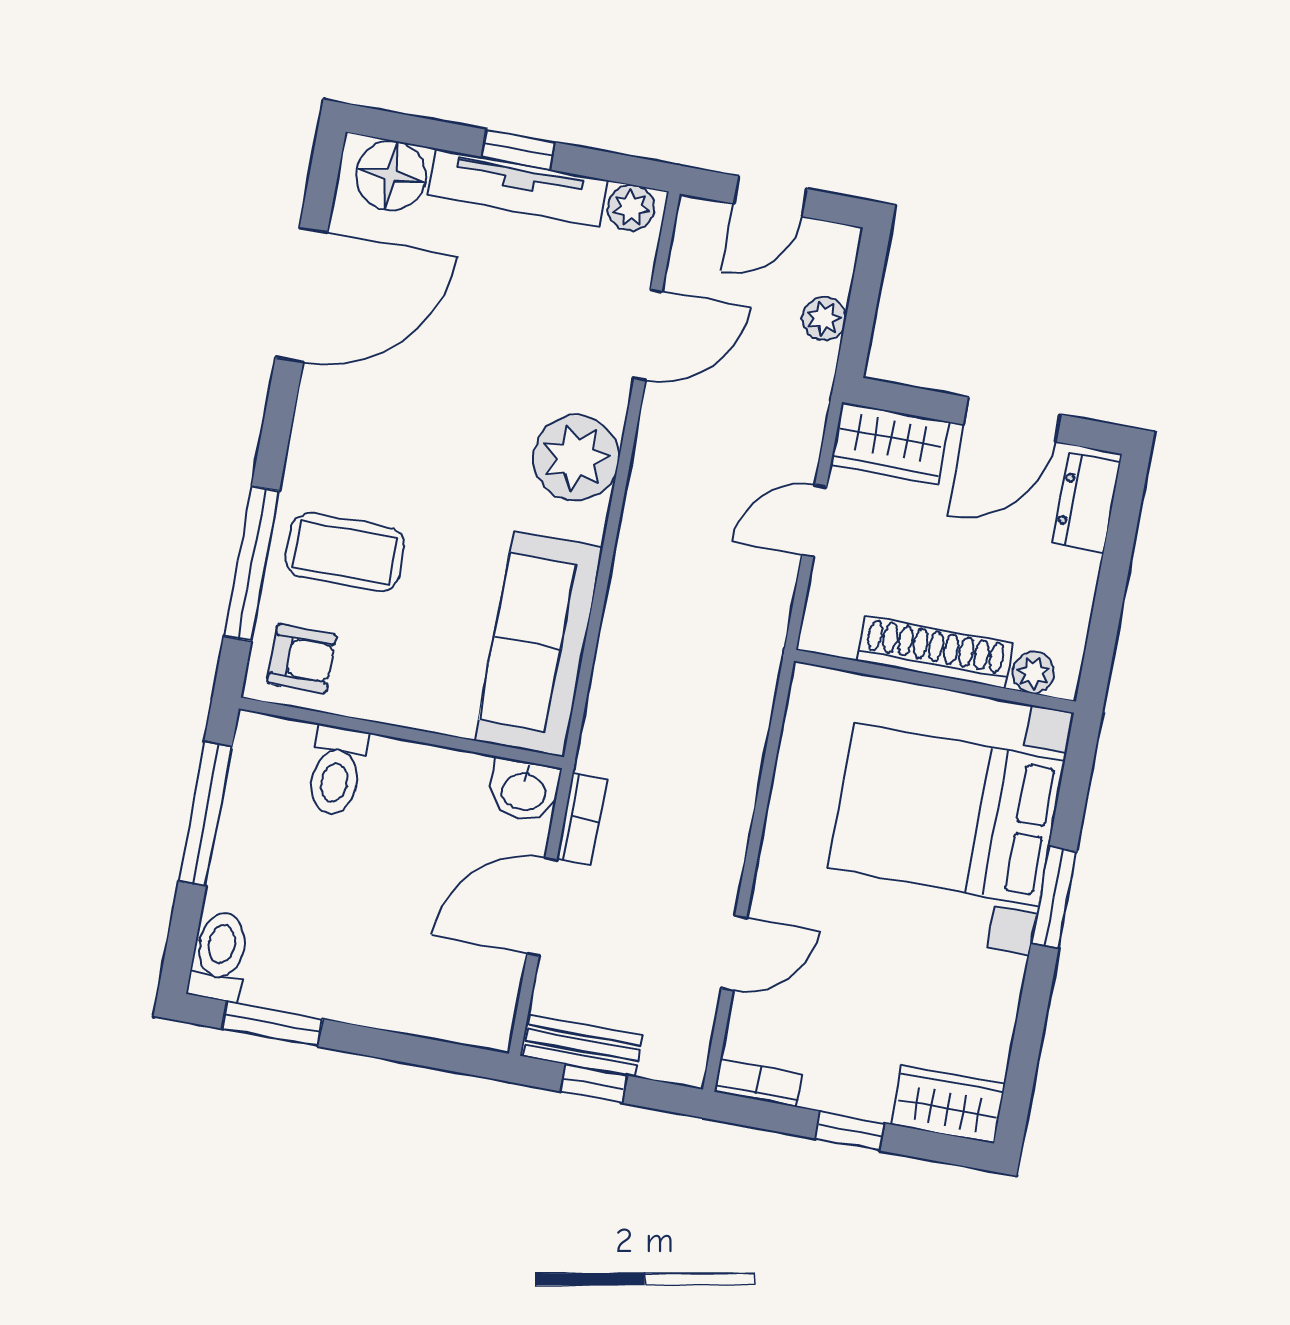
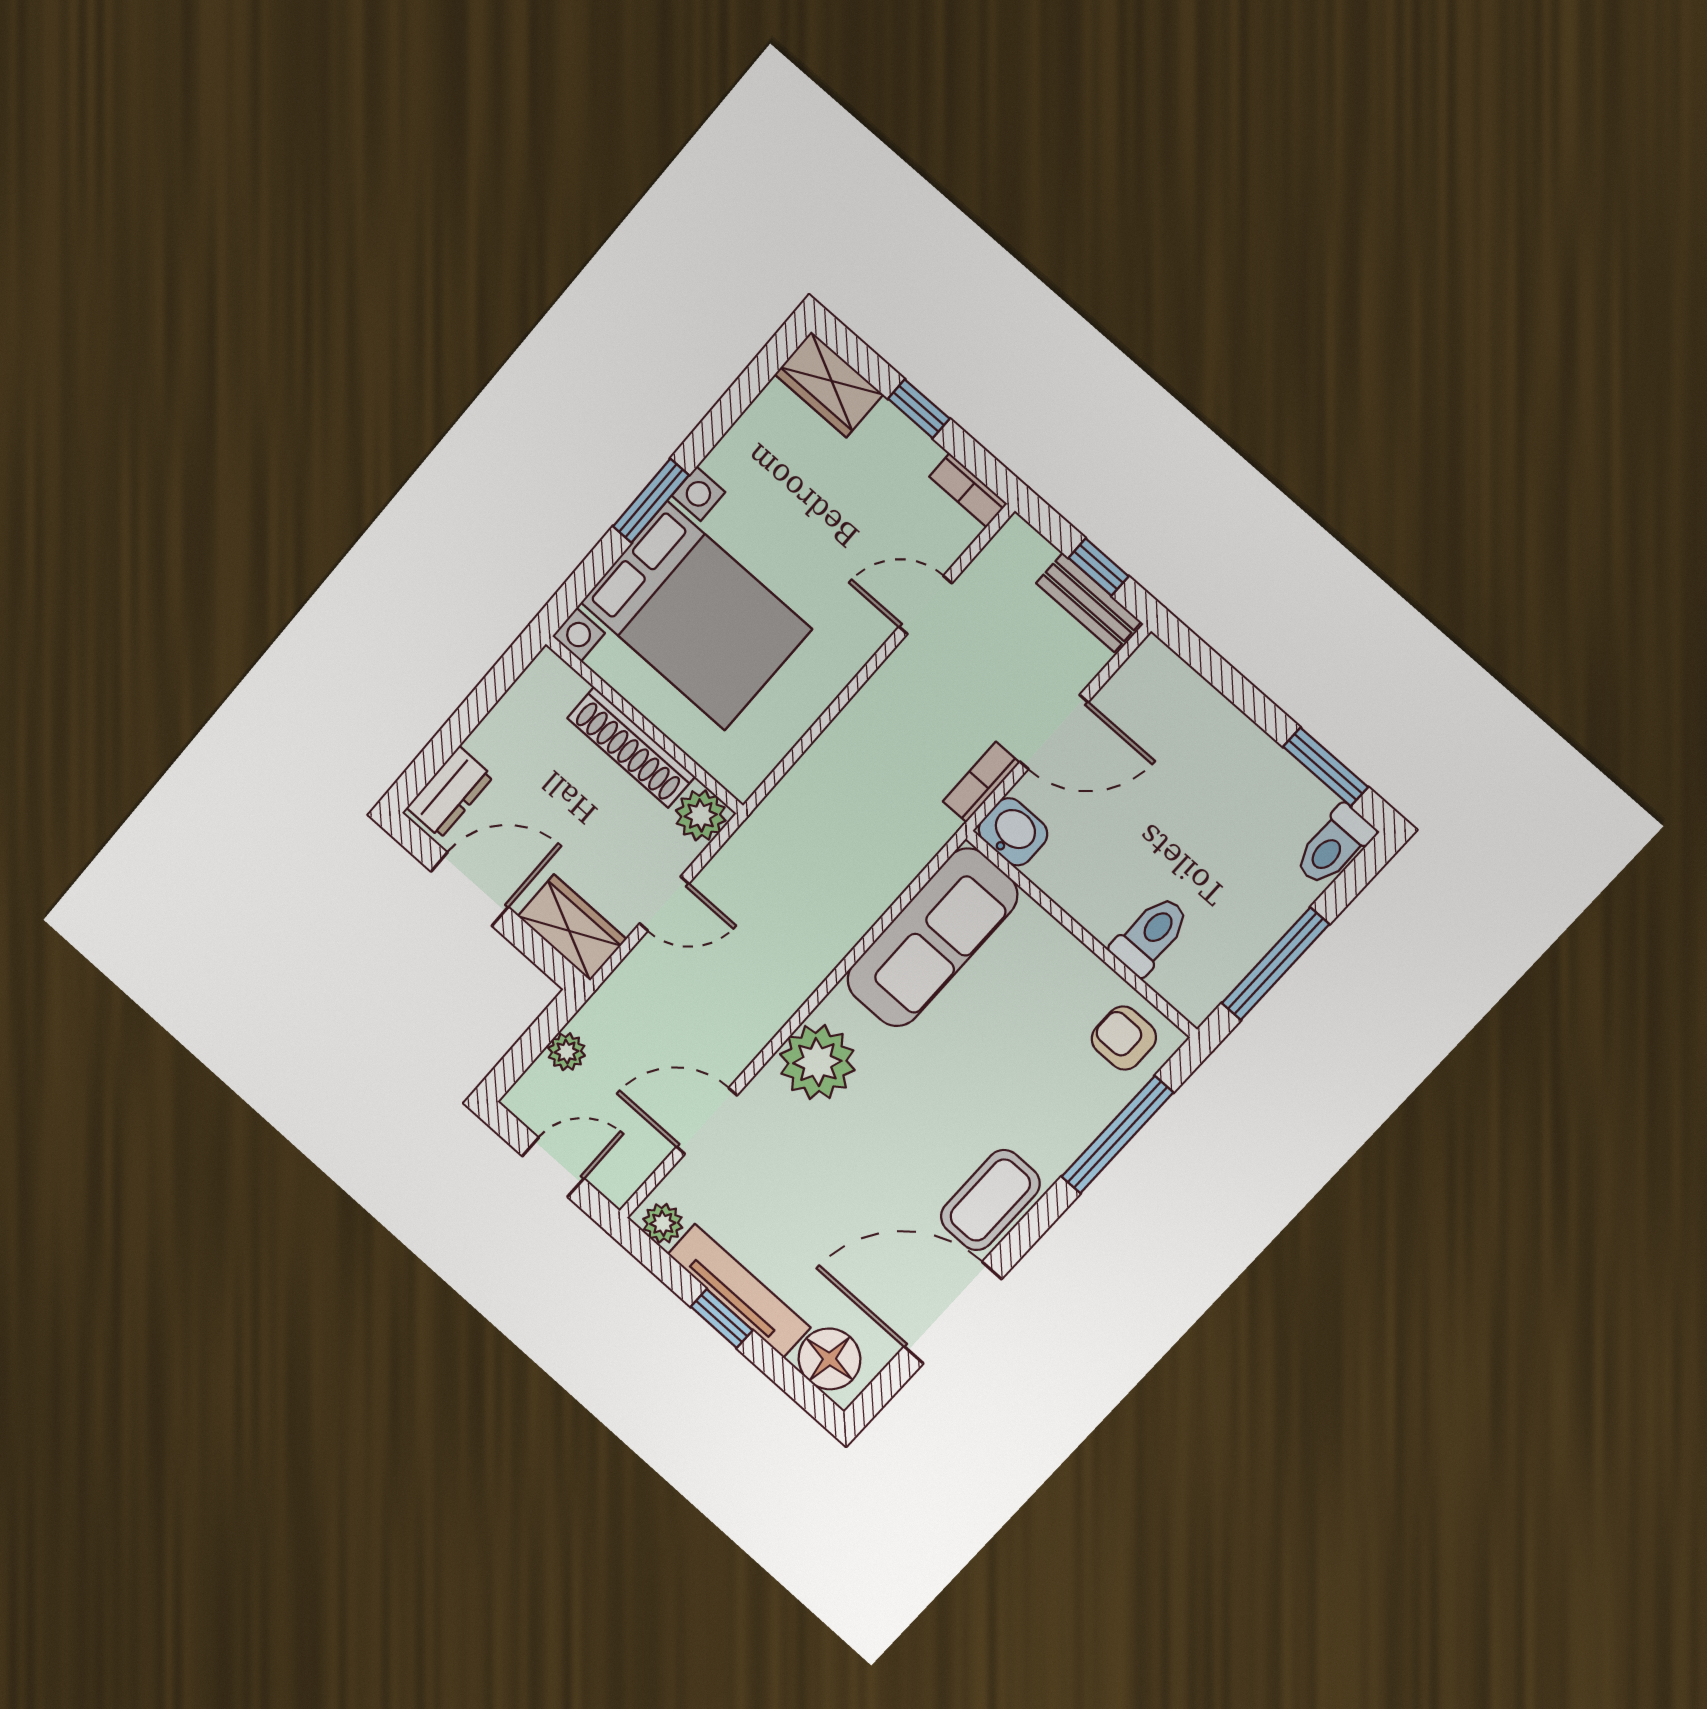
coffee table: (345, 552) -> (990, 1200), moved, turned 90
plant: (1033, 673) -> (701, 815), moved, width x1.38, depth x1.38

